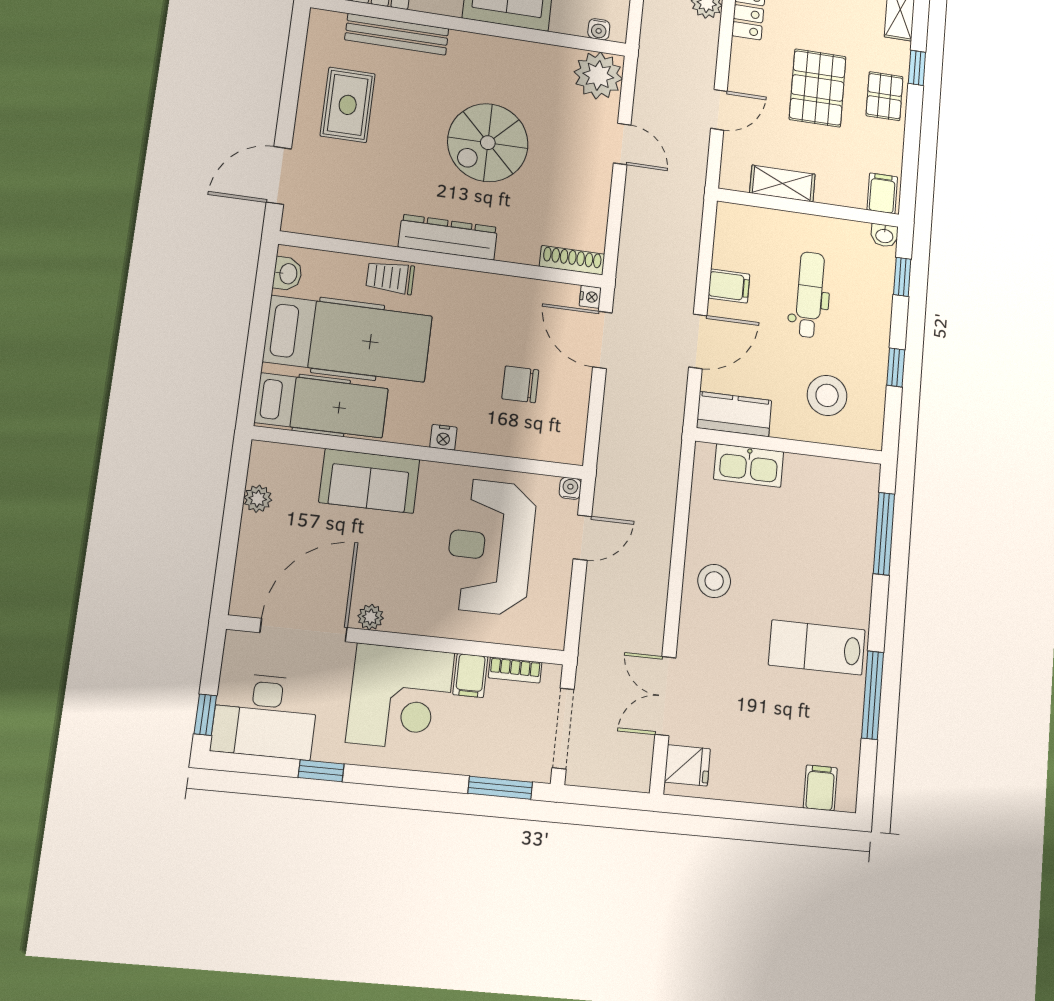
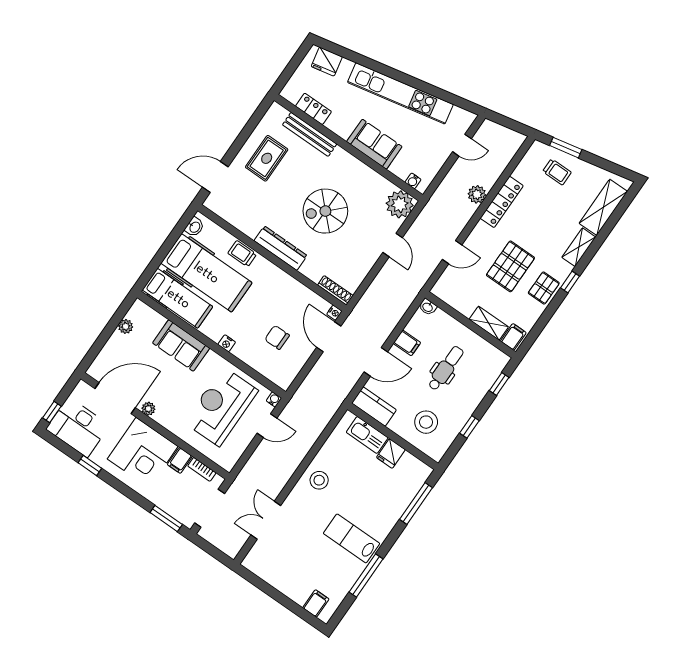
shelving: (782, 183) -> (489, 323), moved
washbasin: (884, 235) -> (428, 307), moved
fridge: (687, 765) -> (391, 454), moved, turned 90

